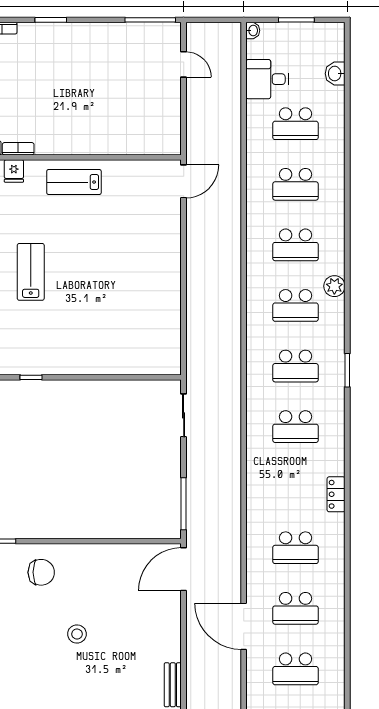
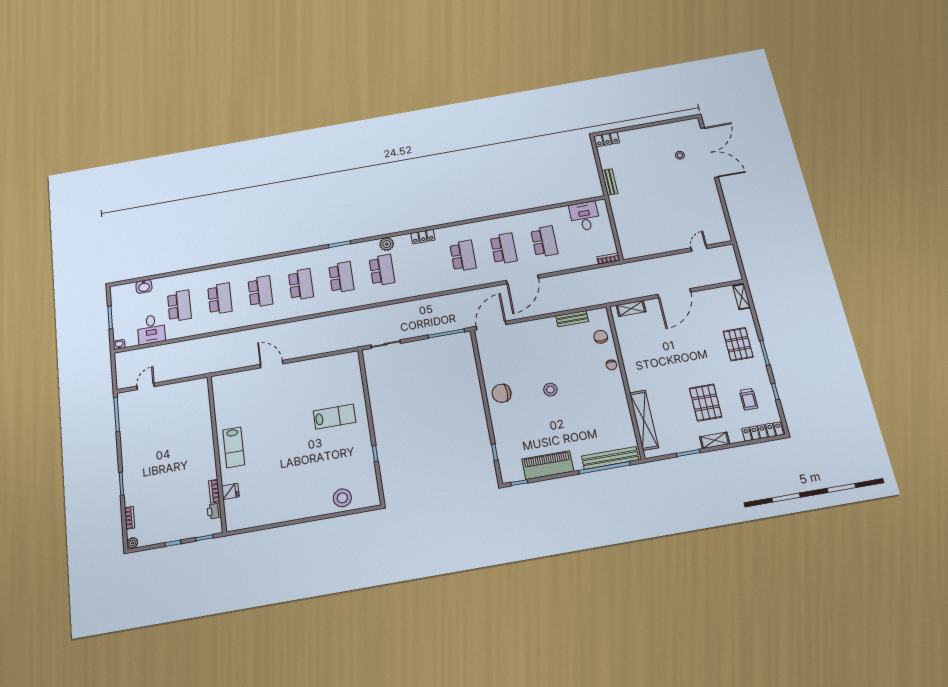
door: (184, 181) -> (272, 364), moved
lab bench: (31, 272) -> (335, 417), moved, turned 180
plant: (334, 286) -> (387, 244), moved
door: (184, 569) -> (491, 326), swing flipped
chair: (41, 572) -> (502, 393), moved, turned -90

